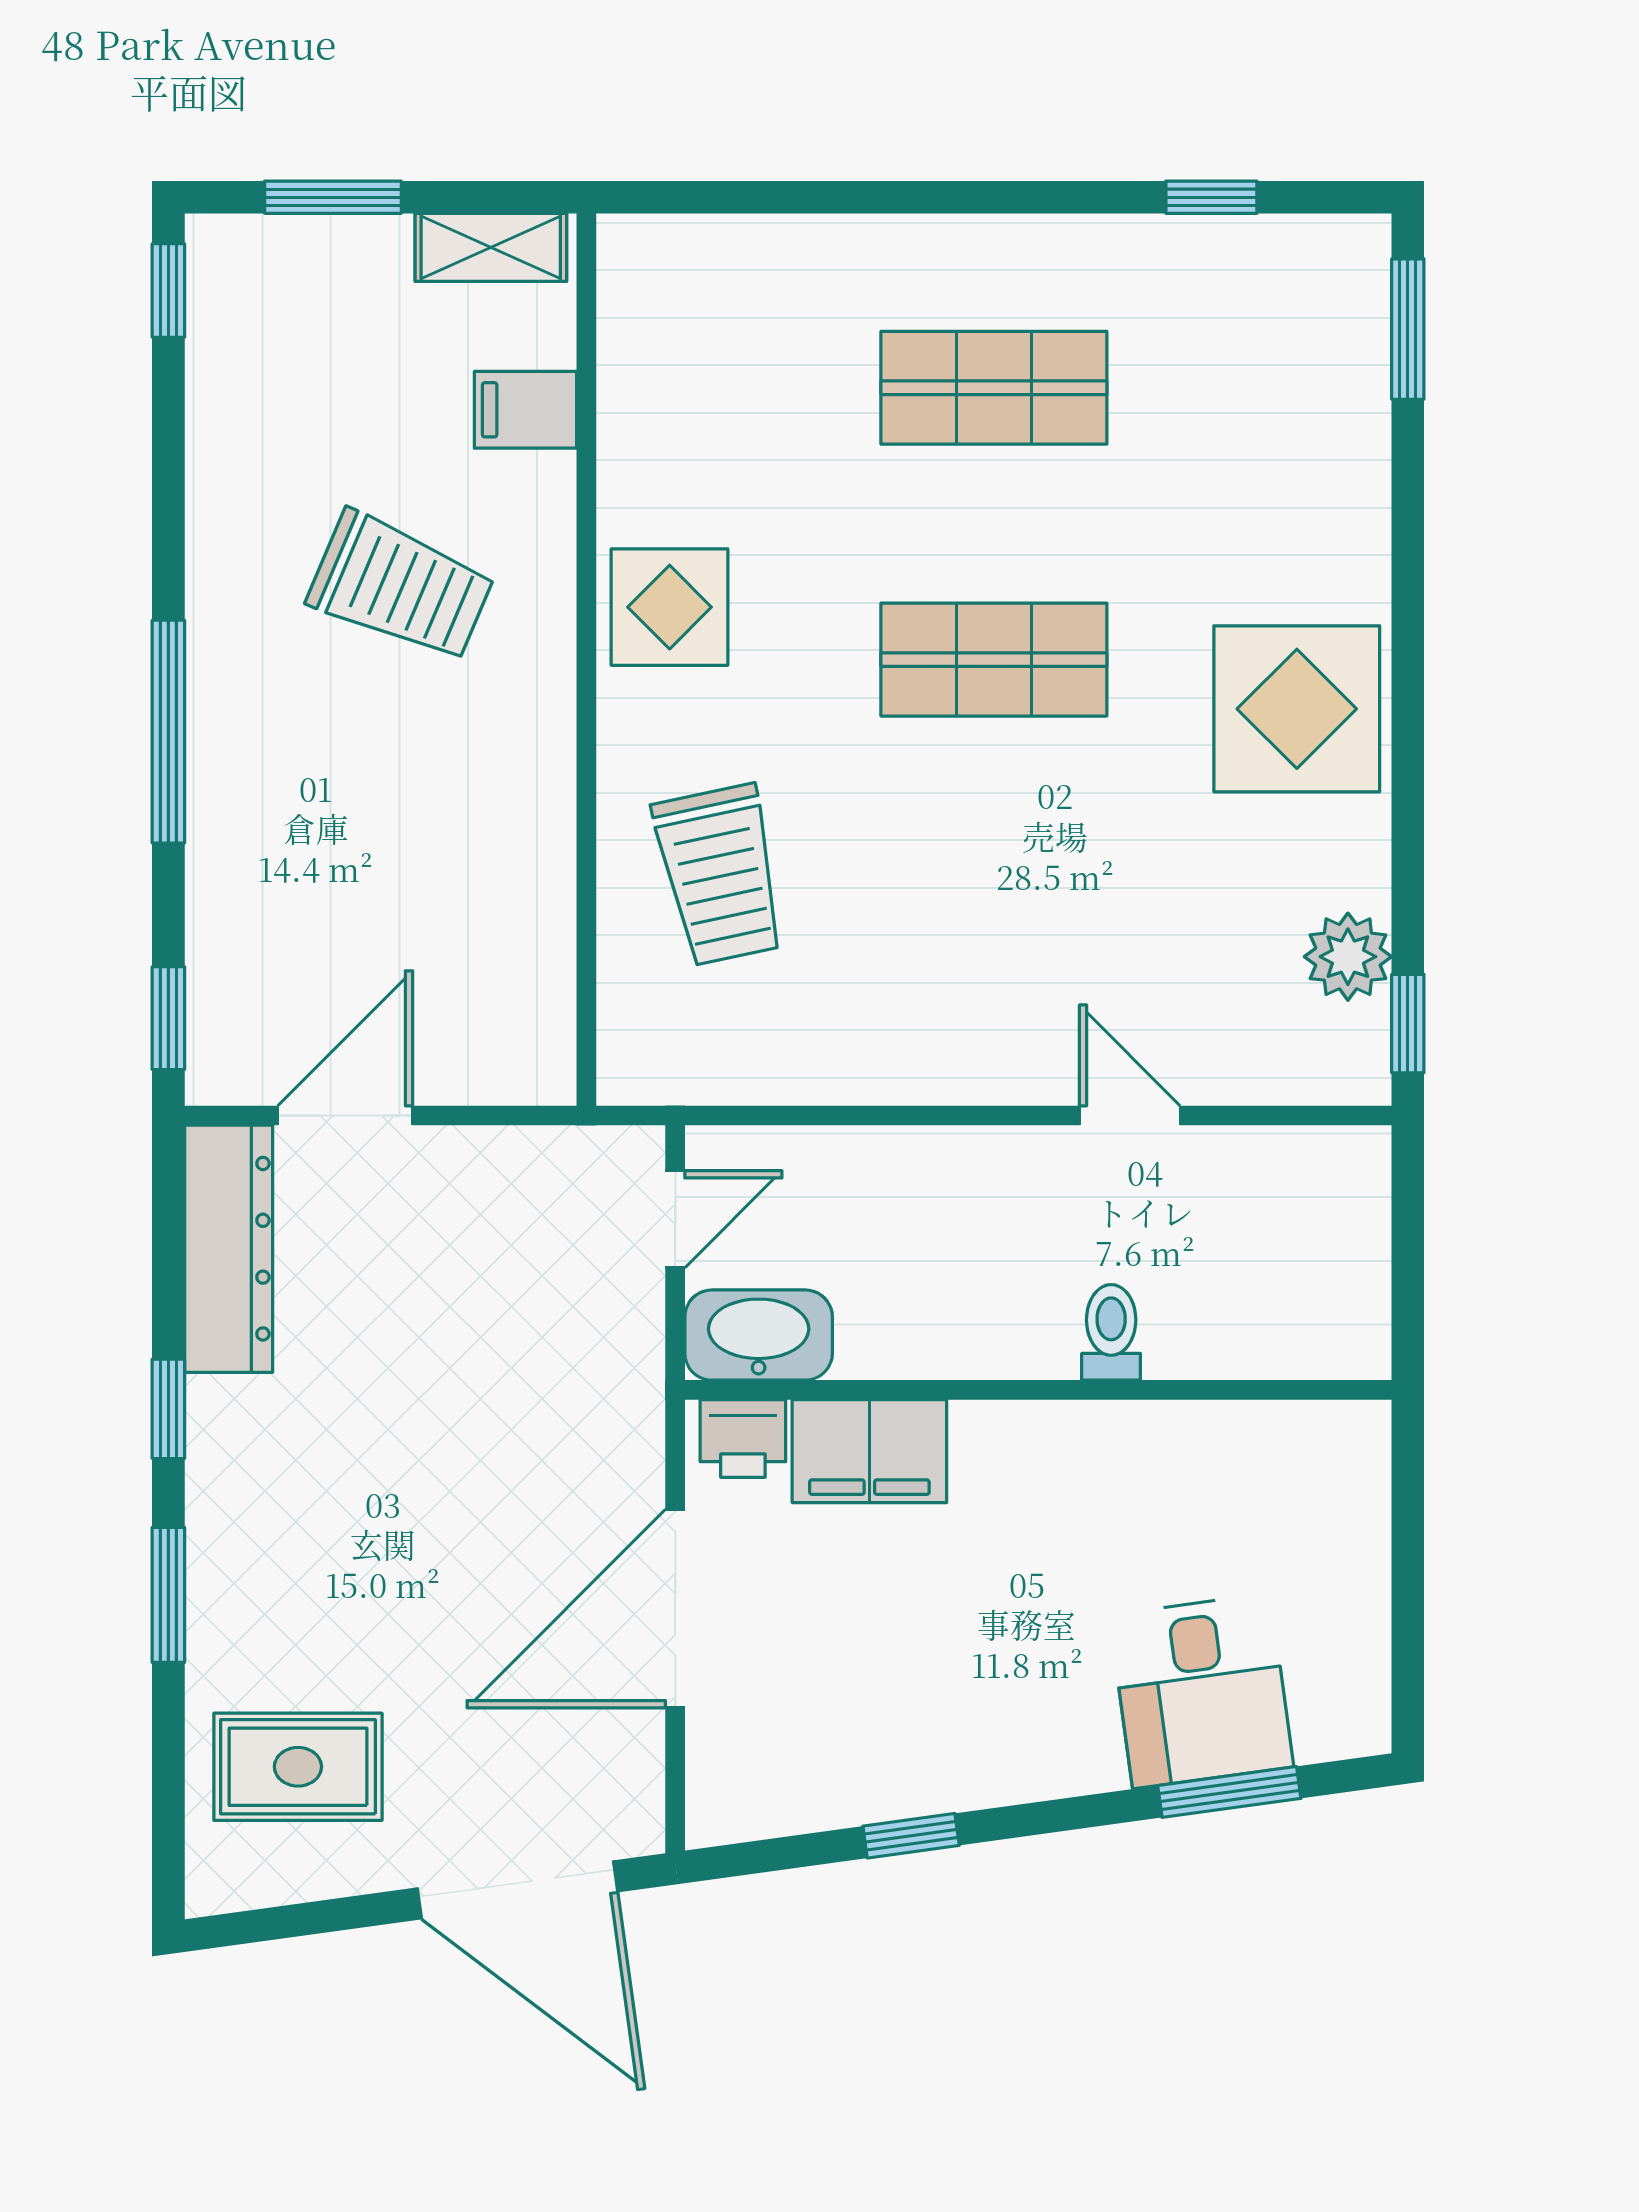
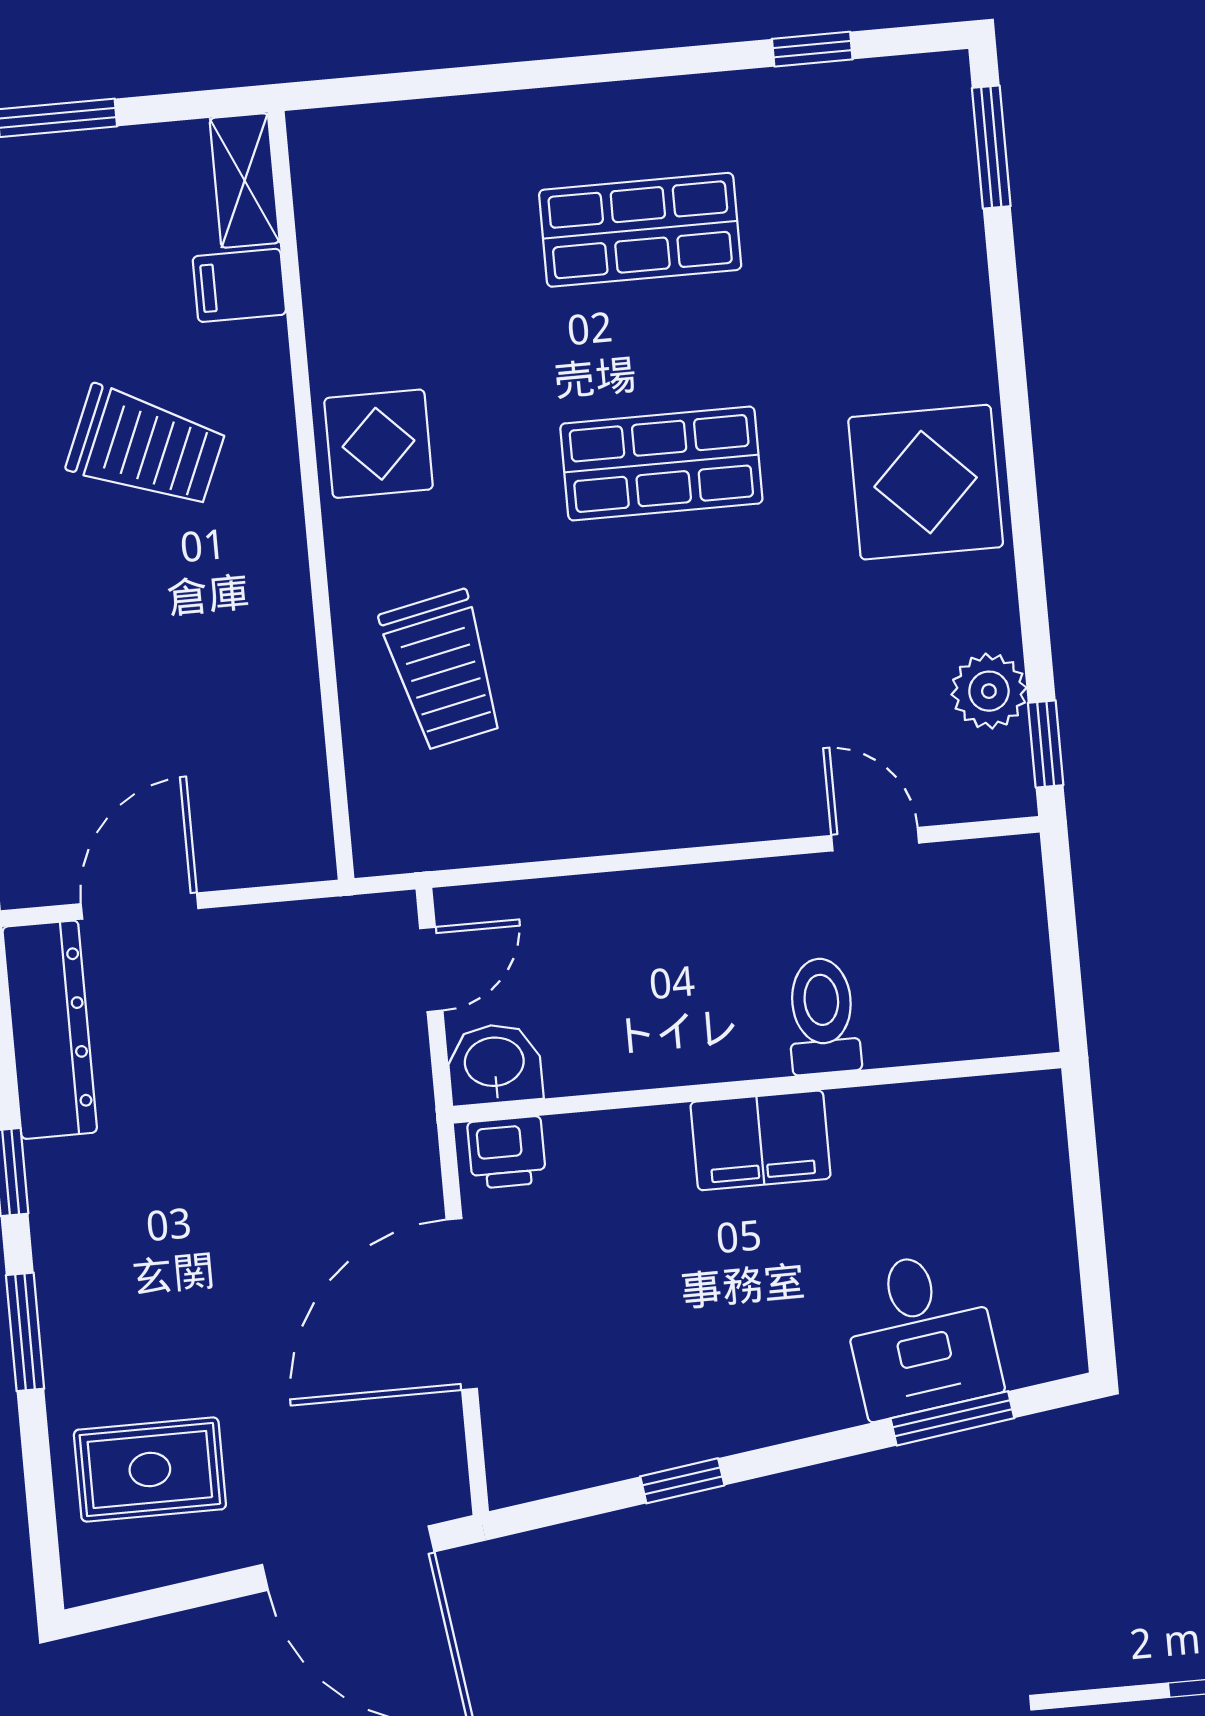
shelving: (491, 247) -> (245, 181), moved, turned 90
door: (1130, 1116) -> (875, 839), moved
toilet: (1111, 1332) -> (823, 1016), width x1.37, depth x1.39
washbasin: (759, 1335) -> (494, 1064), width x0.72
filing cabinet: (869, 1451) -> (760, 1140), moved

